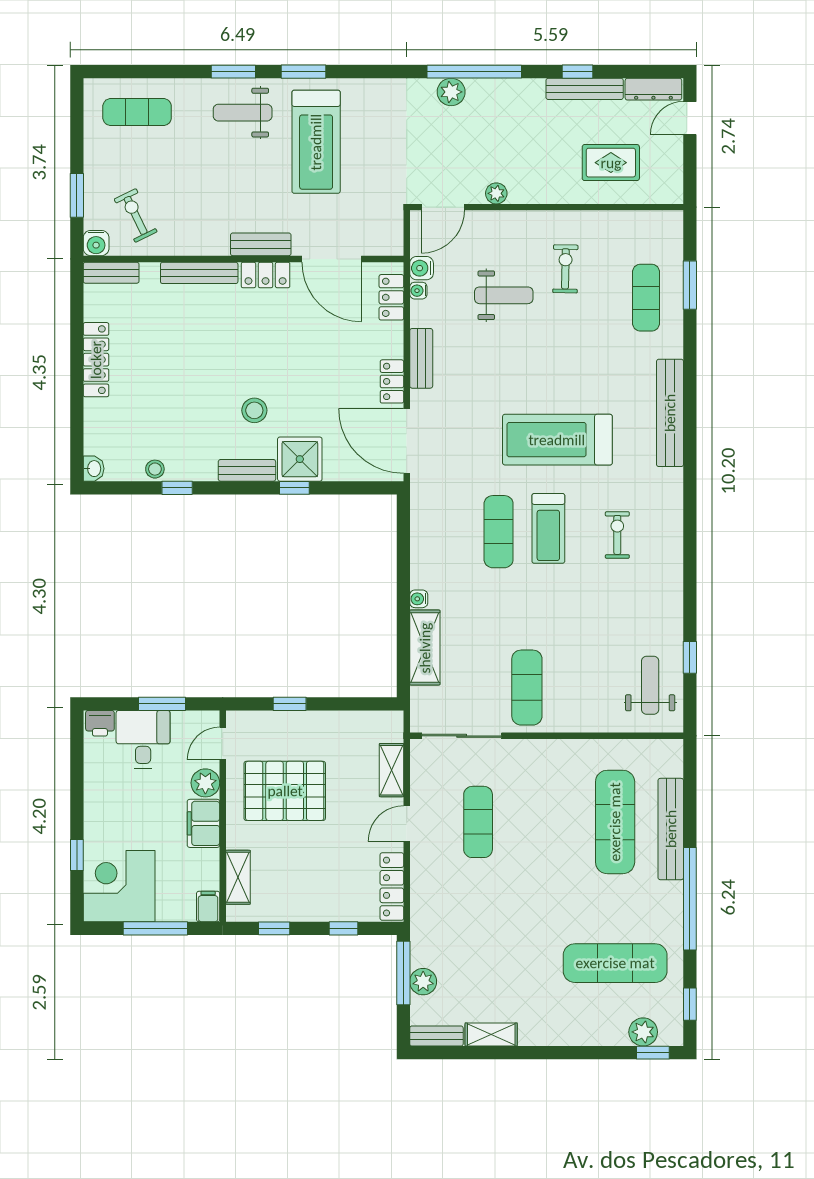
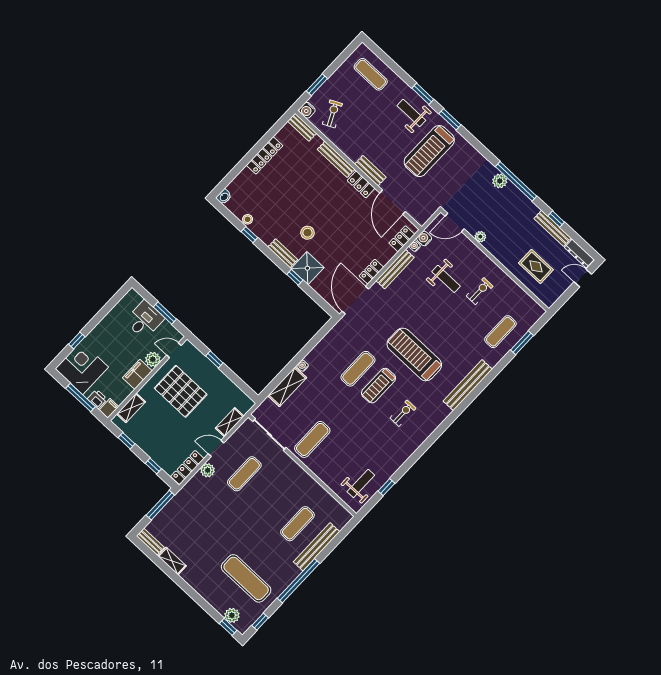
bench: (421, 358) -> (395, 269), width x1.36
printer: (100, 723) -> (97, 399), moved, turned 180
exercise mat: (615, 822) -> (297, 524), width x0.73, depth x0.69
plant: (423, 982) -> (208, 470), moved

